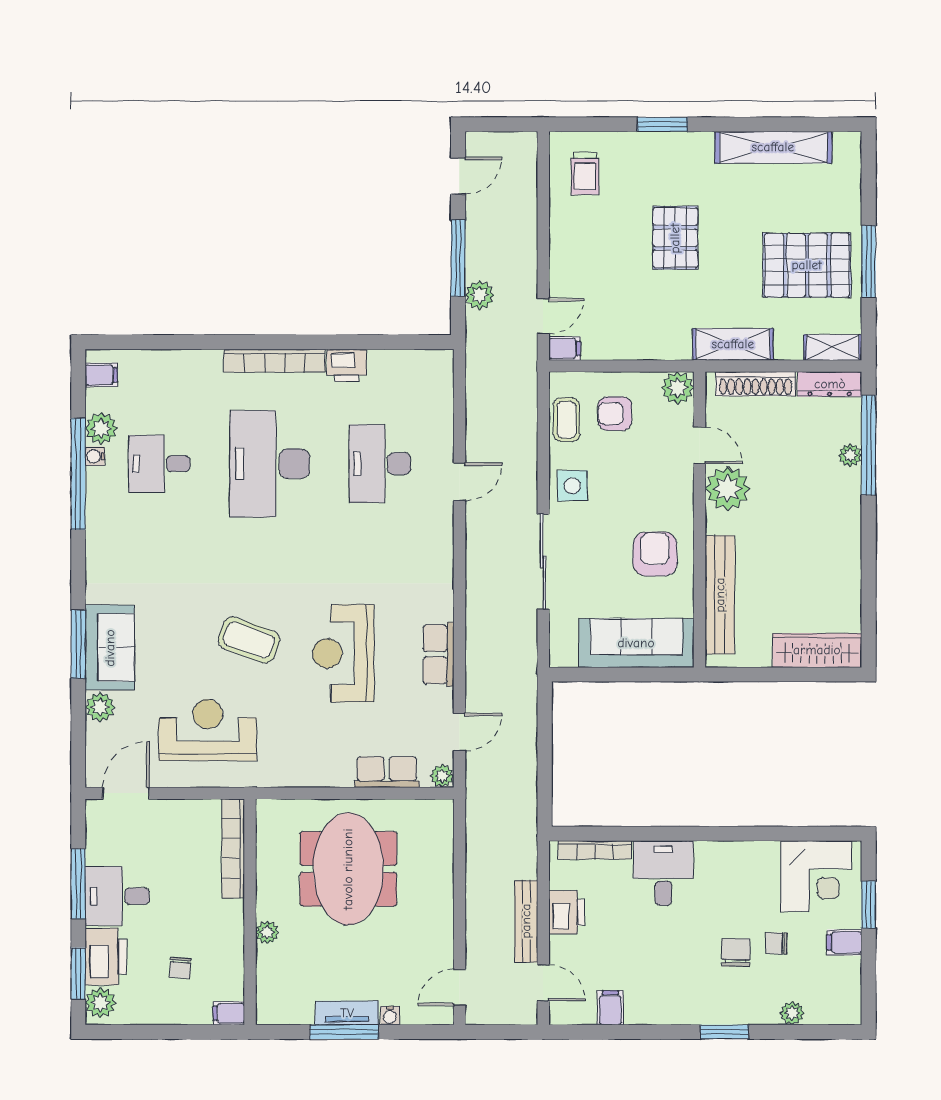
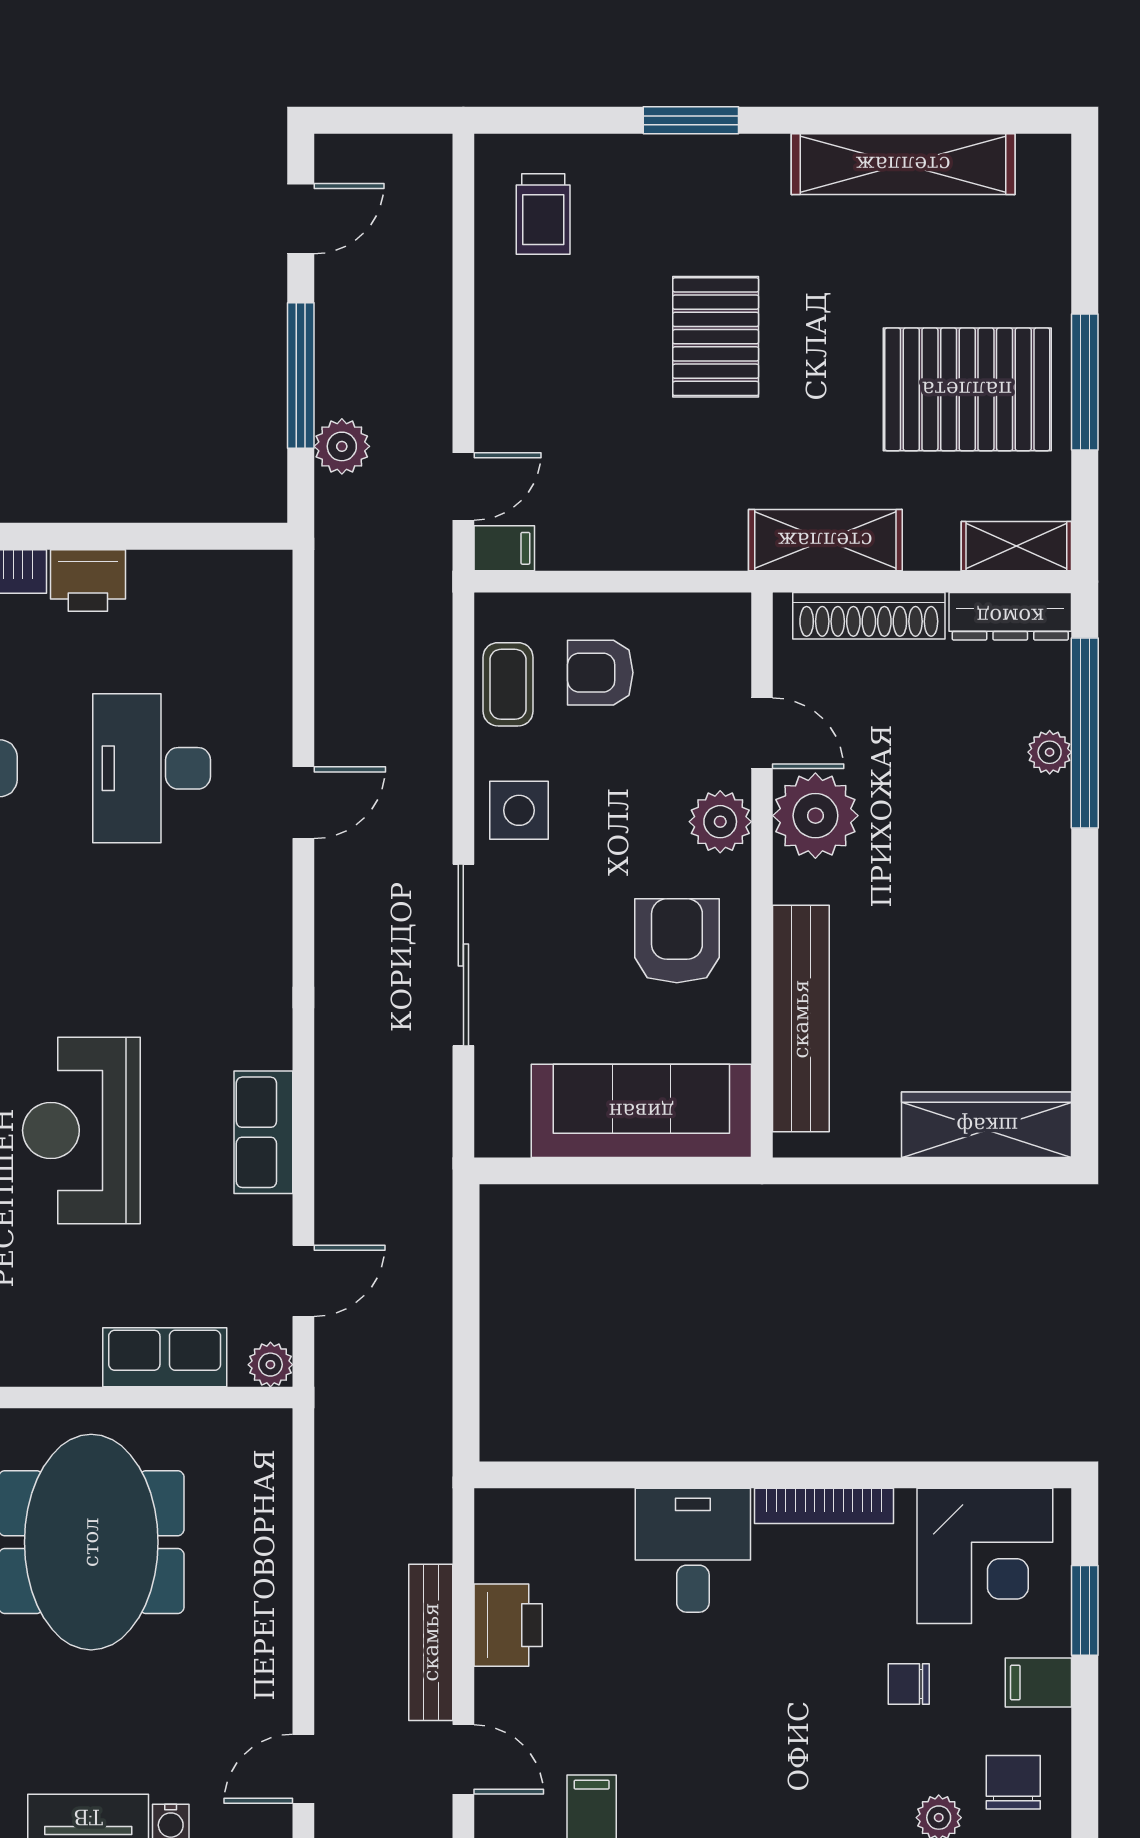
plant: (678, 388) -> (720, 822), moved
bookcase: (595, 850) -> (824, 1506), moved
chair: (736, 953) -> (1013, 1782), moved

